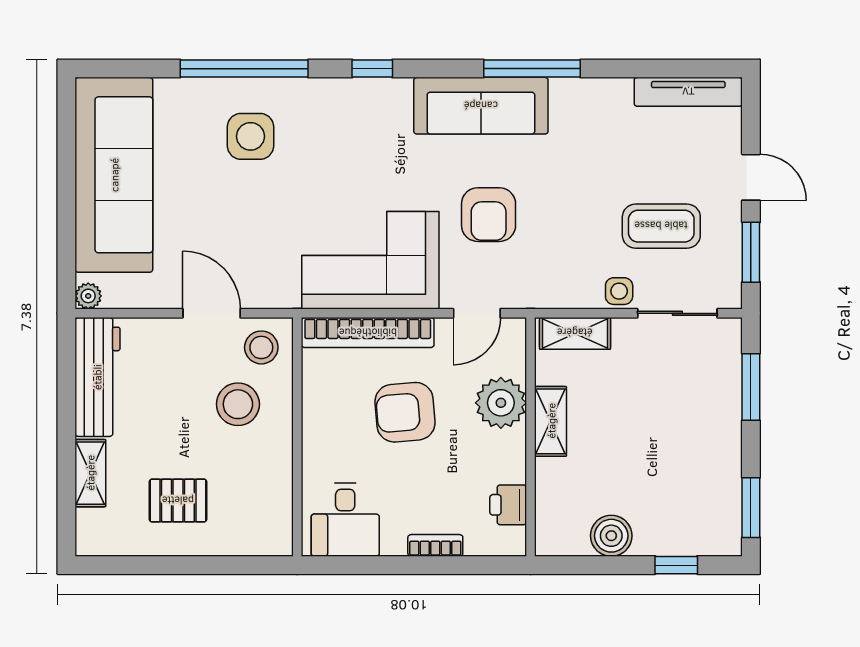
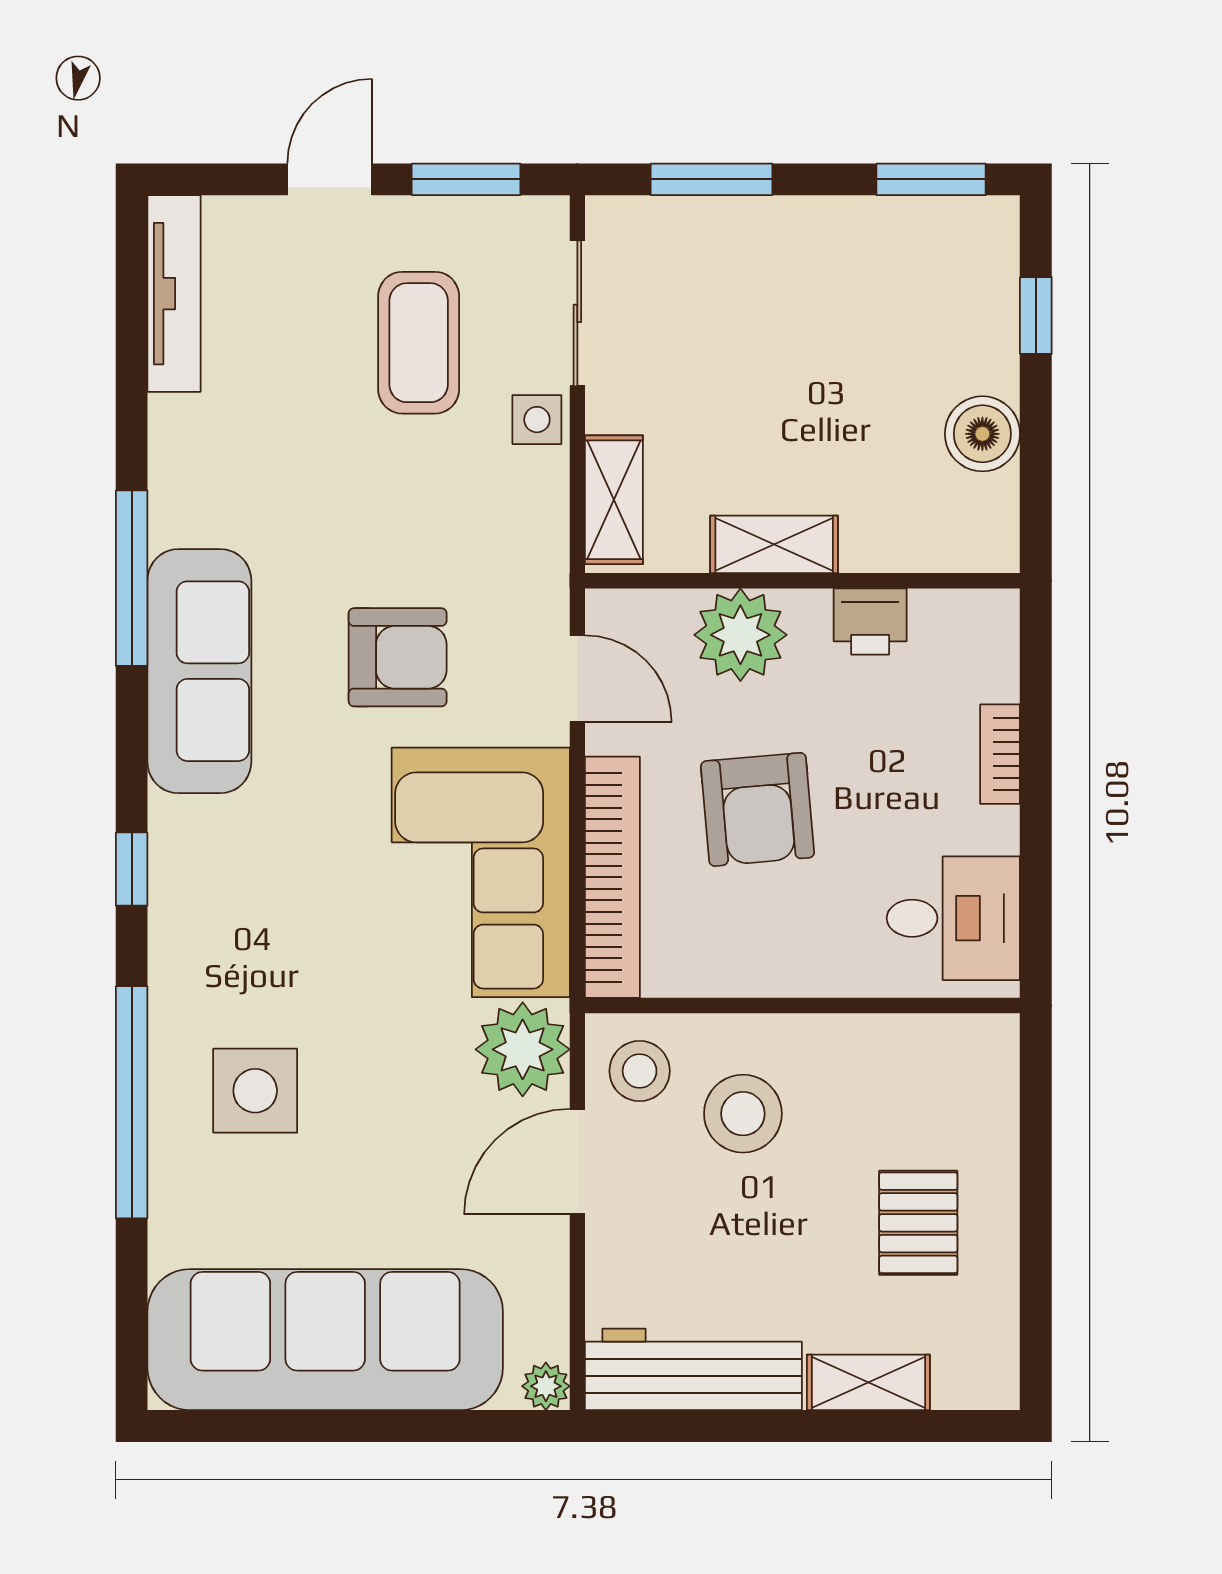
plant: (273, 283) -> (523, 1049), added
printer: (508, 505) -> (870, 622), moved

